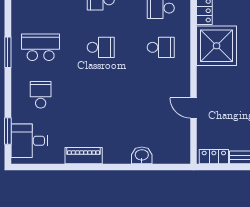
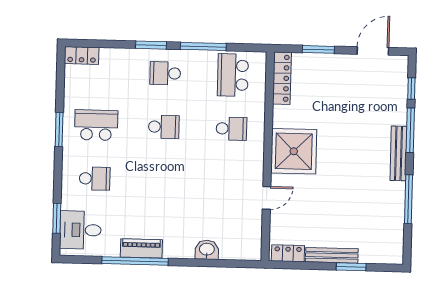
shower: (217, 46) -> (294, 151), moved
school desk: (41, 95) -> (95, 179), turned 90
door: (194, 108) -> (267, 198), swing flipped
window: (78, 167) -> (135, 261), added

